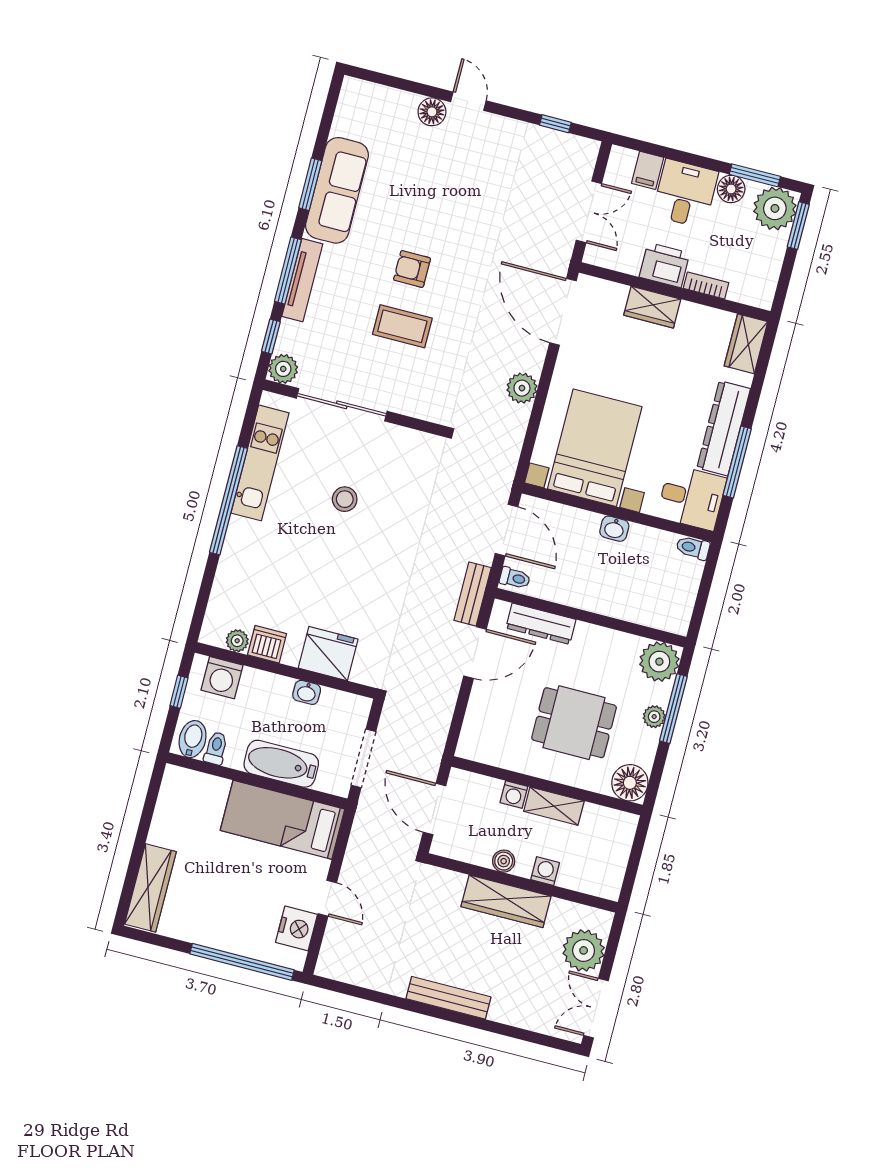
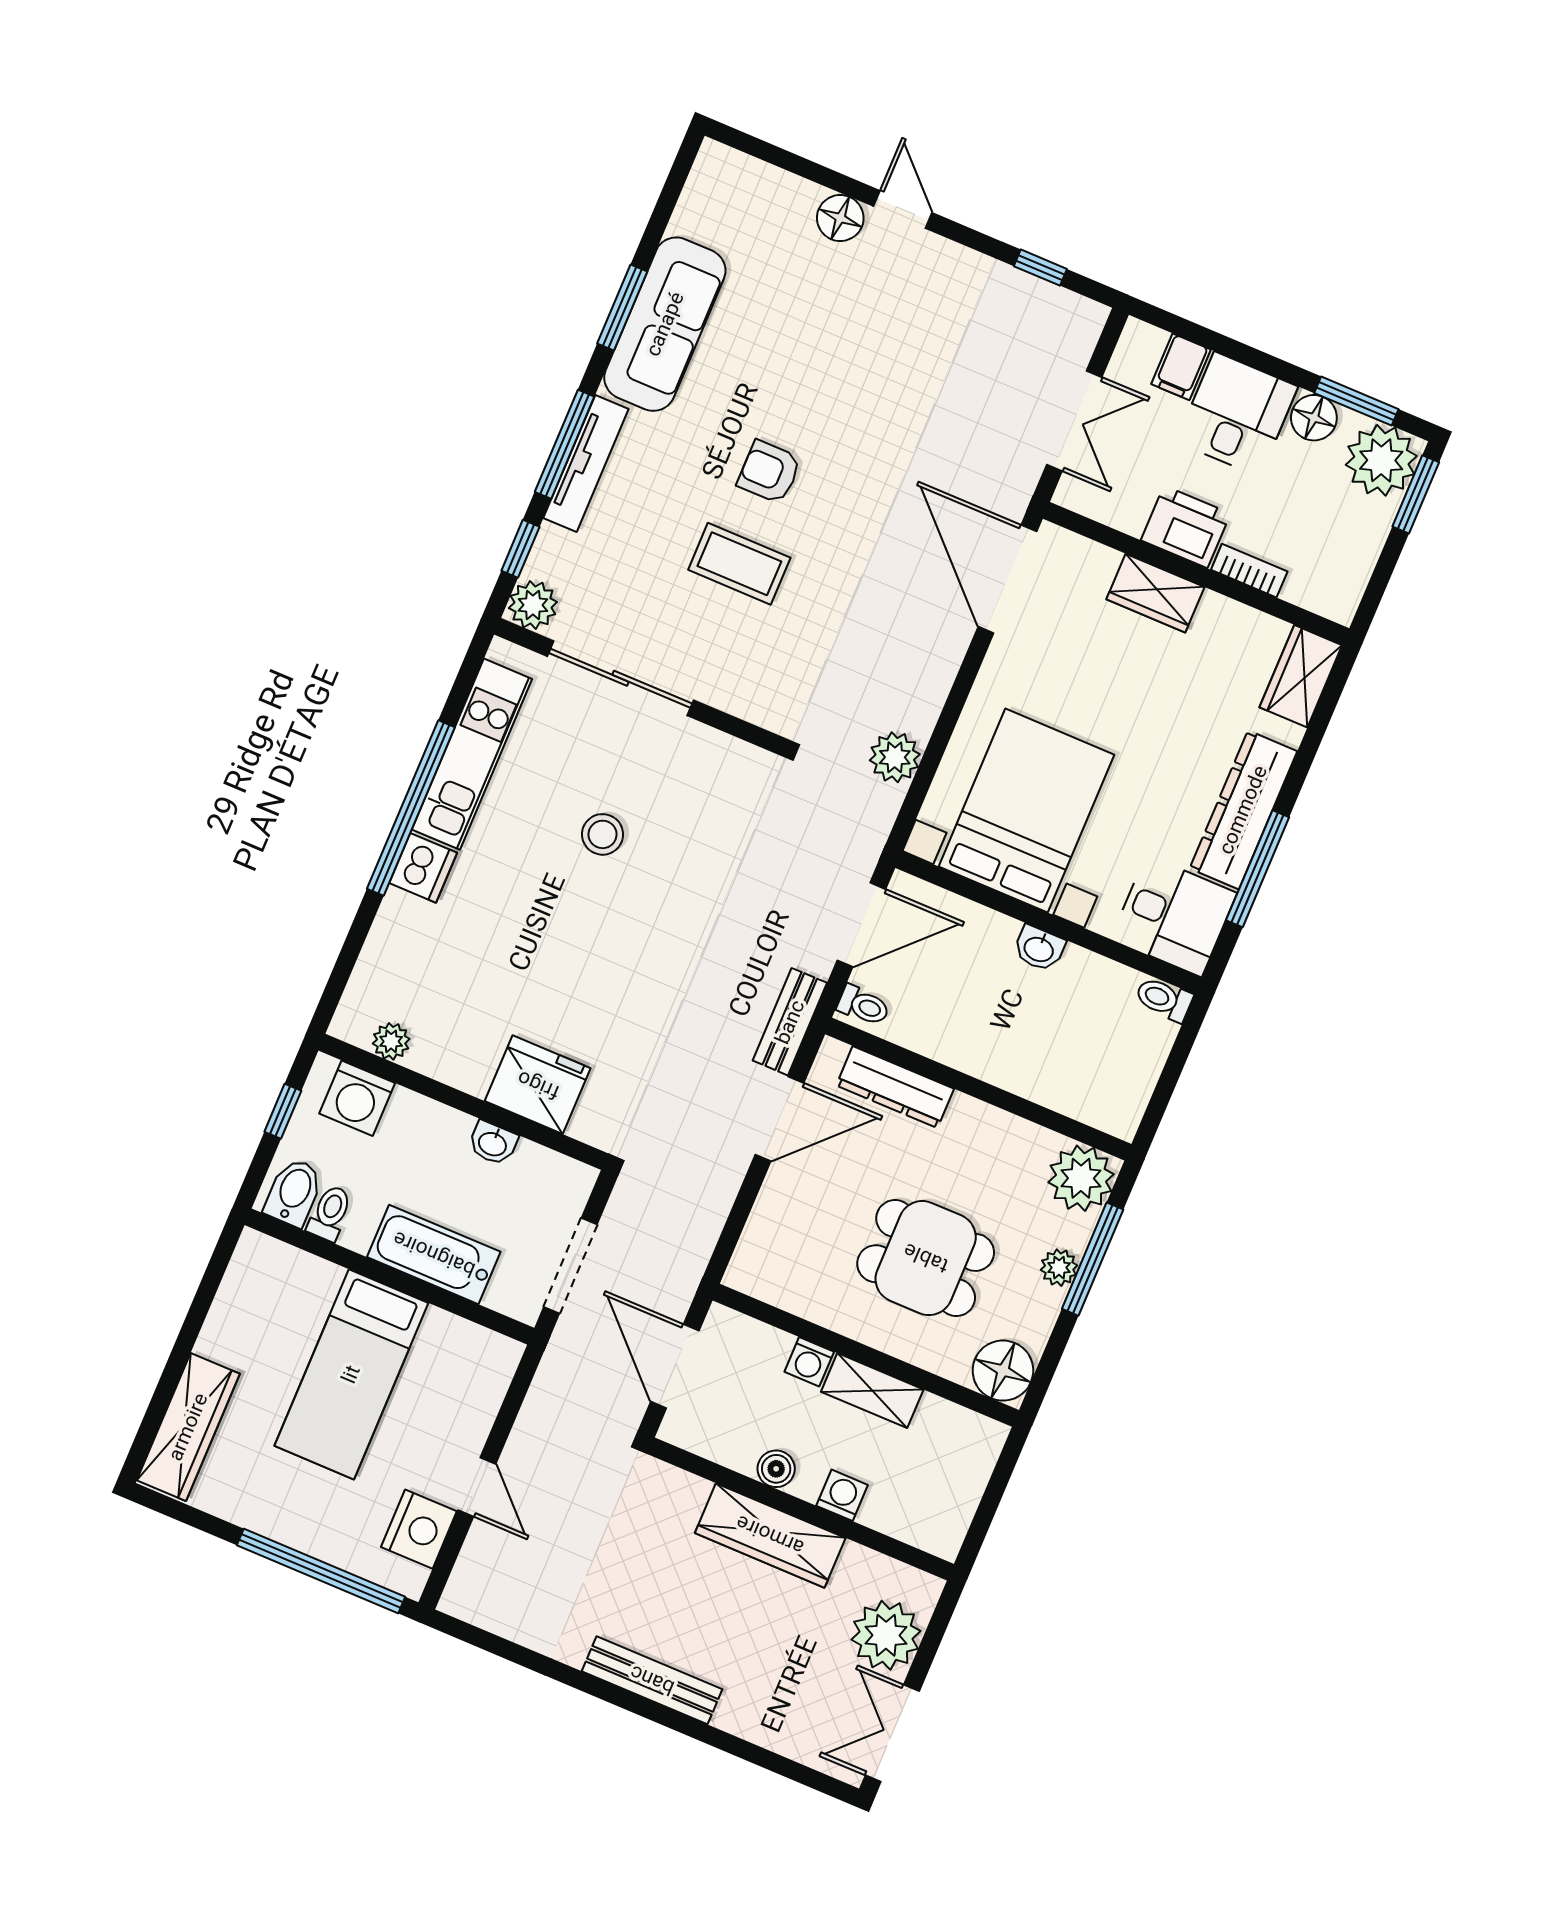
plant: (522, 388) -> (895, 757), moved
door: (507, 530) -> (861, 925), hinge flipped
dishwasher: (267, 644) -> (423, 868), moved, turned 90
bed: (282, 820) -> (351, 1374), moved, turned -90

